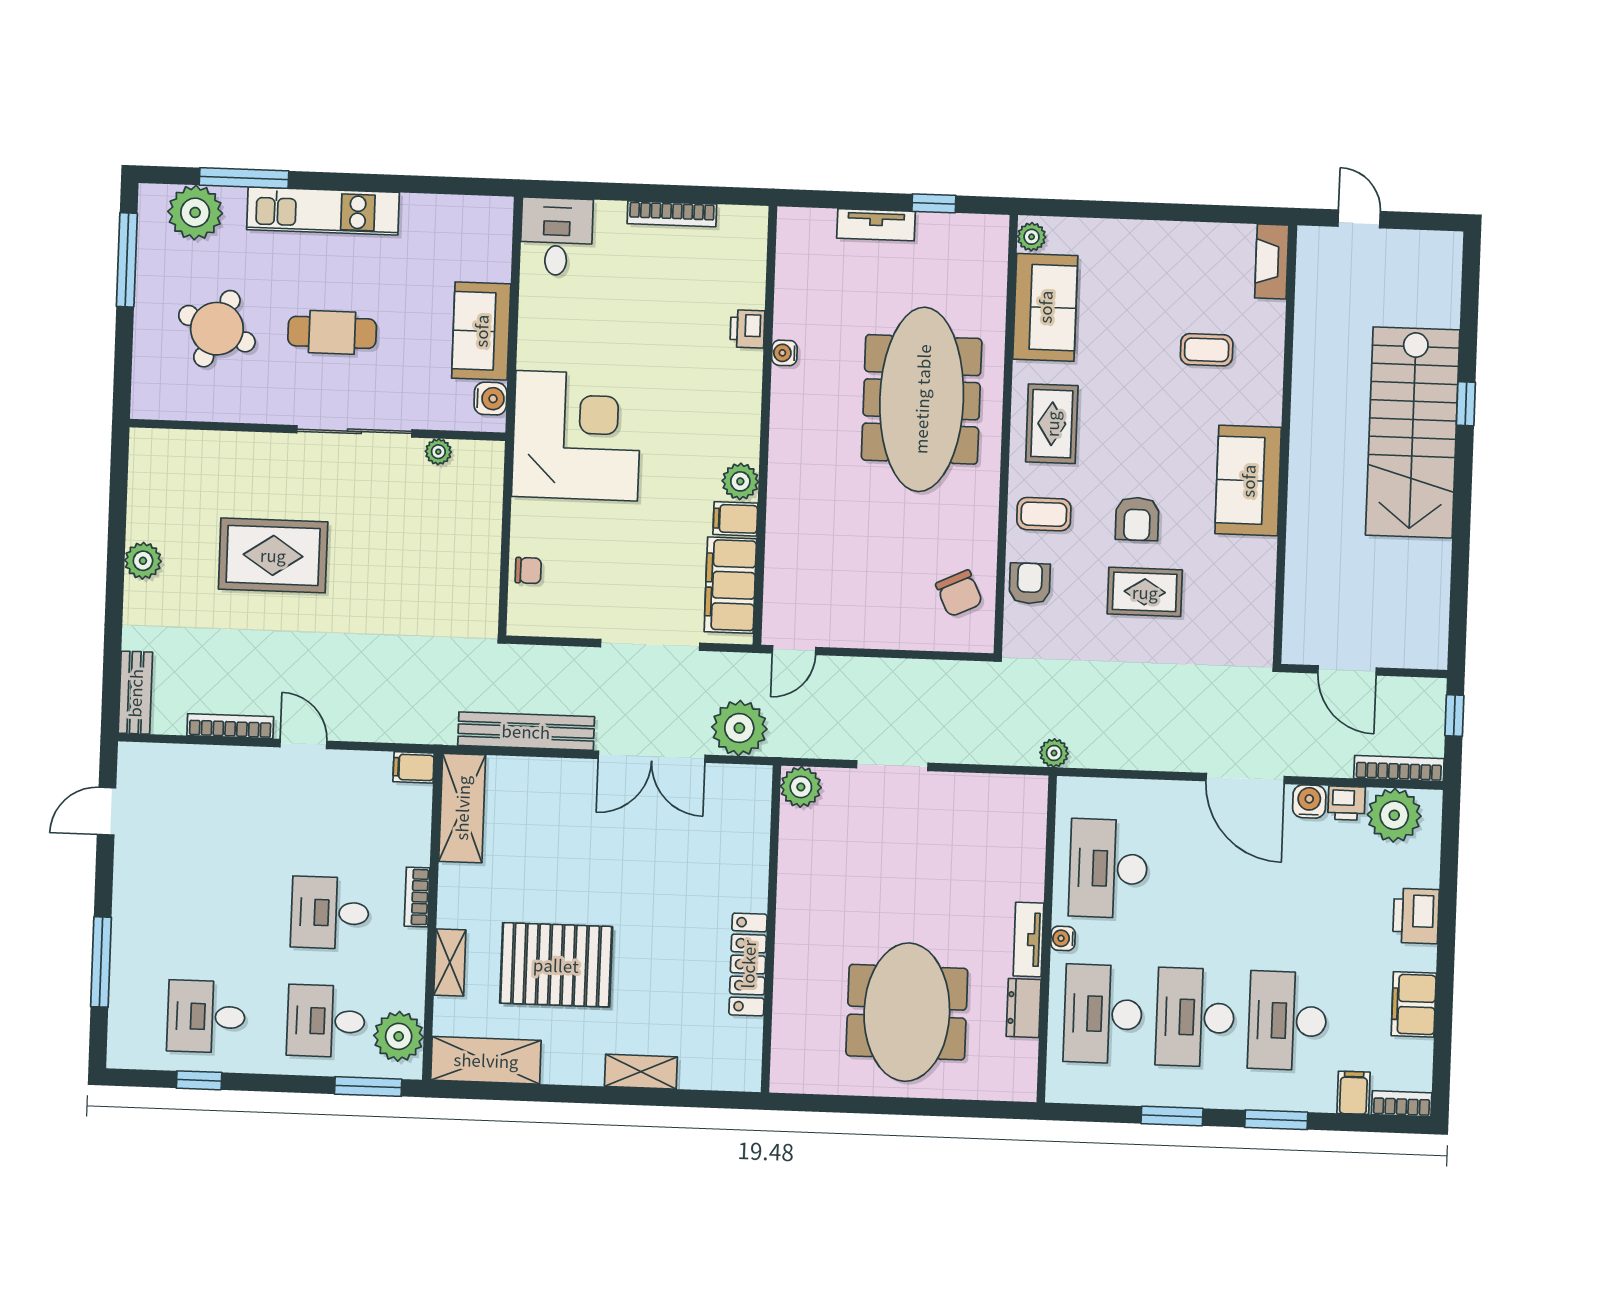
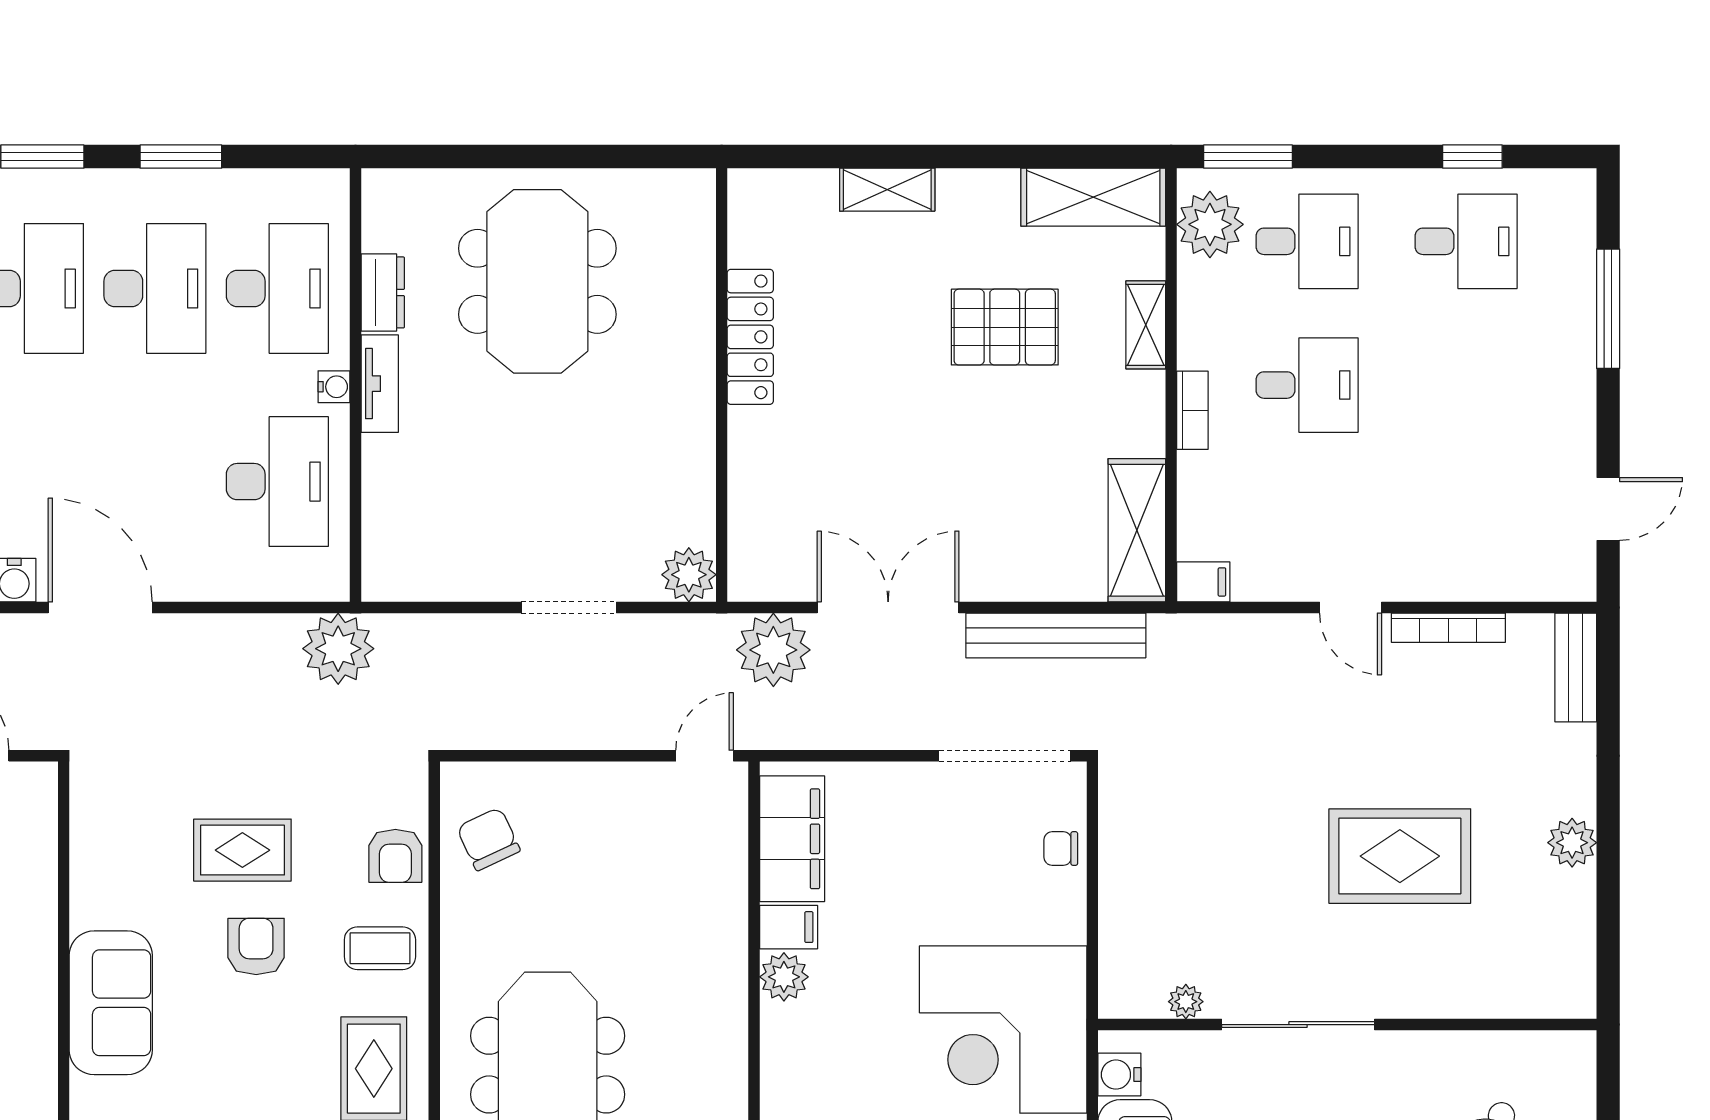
doorway: (650, 645) -> (1005, 756), moved
plant: (1054, 753) -> (338, 649), width x1.88, depth x1.88
pallet: (556, 965) -> (1005, 327), width x0.73, depth x0.71

